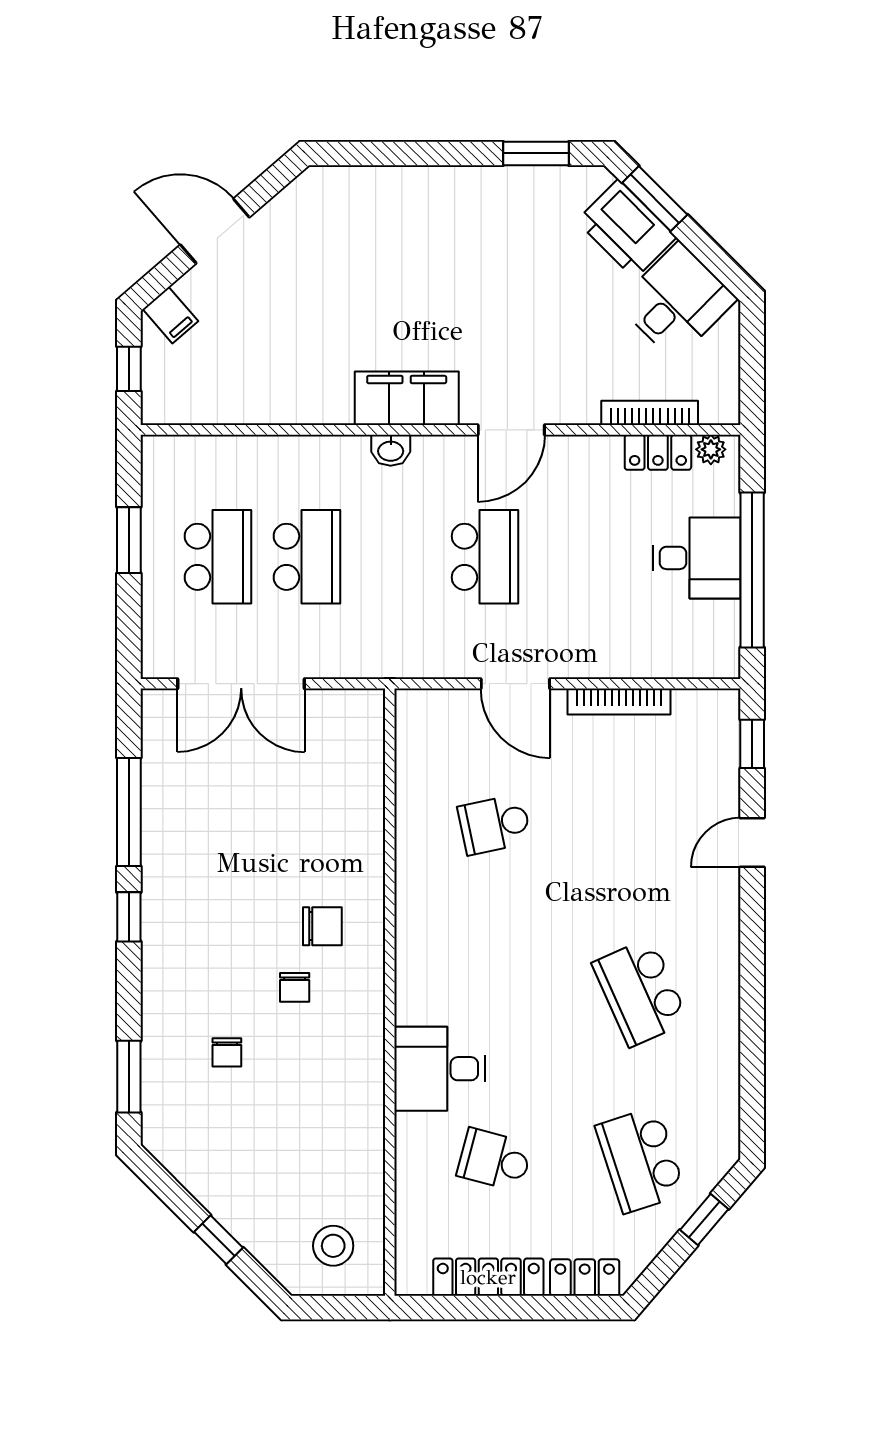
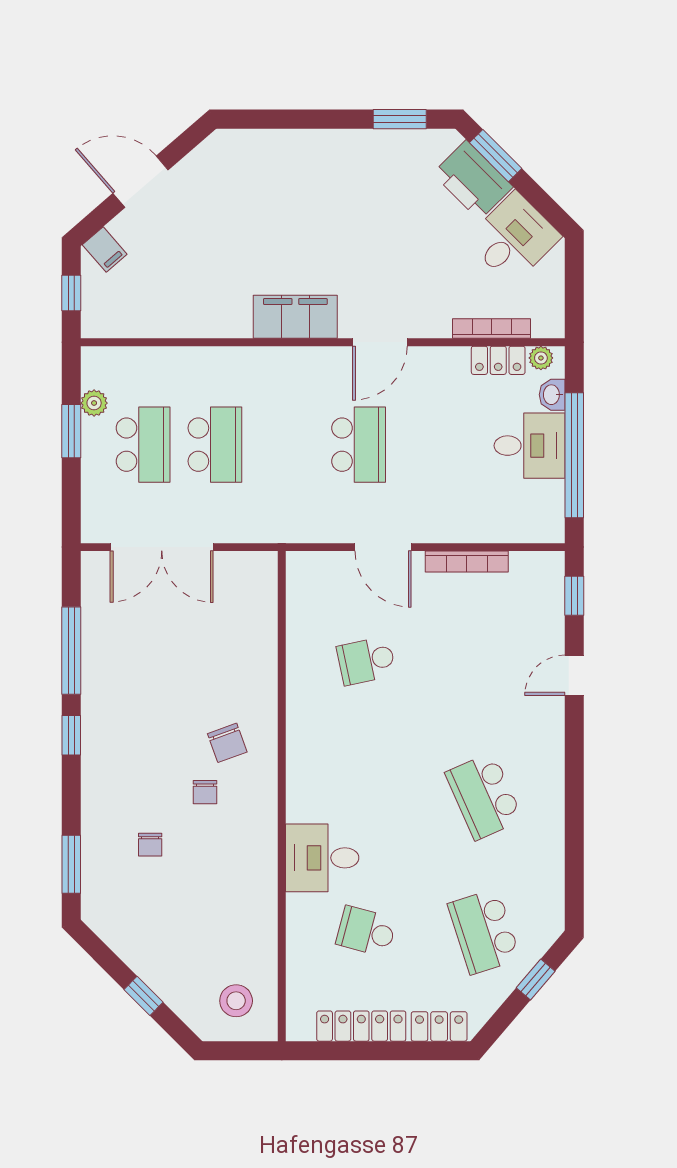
washbasin: (391, 450) -> (552, 395), moved, turned 90
plant: (157, 505) -> (94, 403), added
chair: (322, 926) -> (227, 743), turned 70

